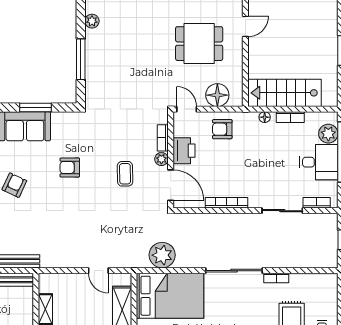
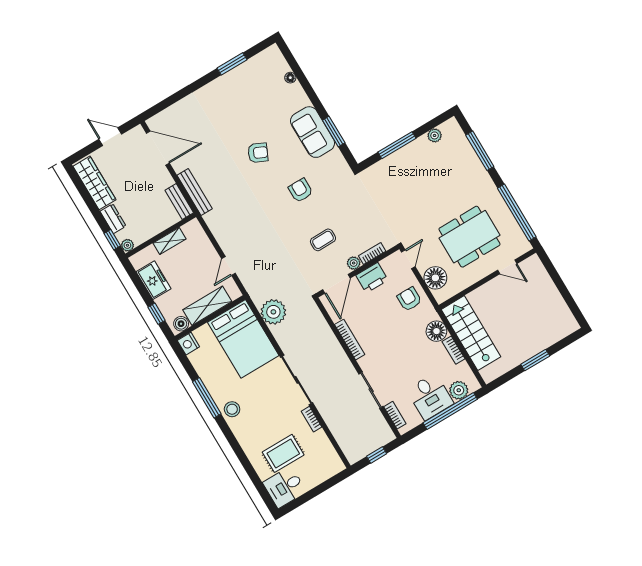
dining table: (199, 44) -> (469, 237), width x1.38
floor lamp: (265, 117) -> (436, 331), width x1.89, depth x1.89

